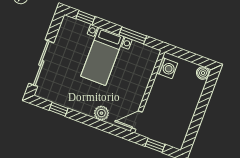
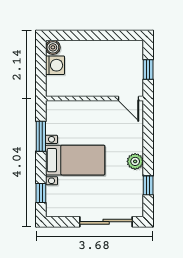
washing machine: (167, 68) -> (55, 65), moved, turned 90
plant: (101, 113) -> (135, 161), moved

